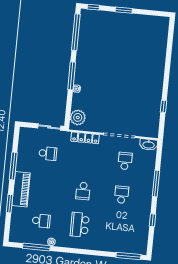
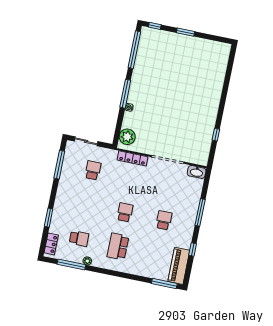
sliding door: (49, 127) -> (86, 141), moved
school desk: (48, 153) -> (93, 170), turned -90
school desk: (125, 161) -> (171, 186), removed
window: (13, 166) -> (59, 165), moved
piano: (21, 189) -> (179, 266), moved, turned 180
school desk: (83, 191) -> (125, 212), turned 180
locker: (15, 229) -> (51, 244), added

